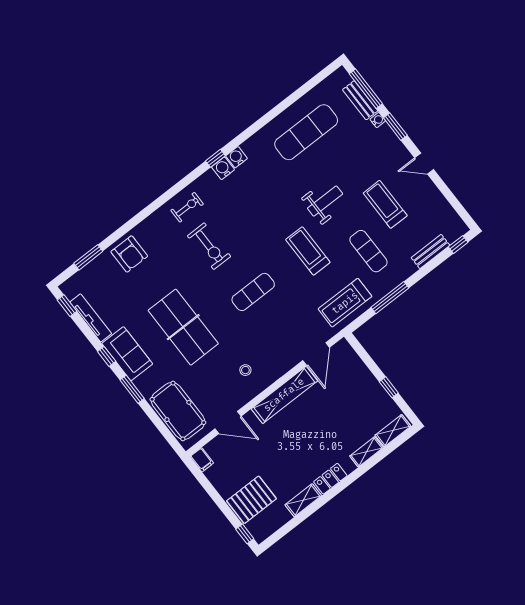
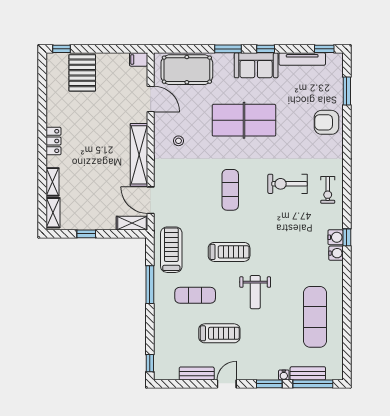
bench: (431, 251) -> (197, 374), moved, turned 90
door: (228, 423) -> (151, 99), swing flipped
shelving: (303, 500) -> (132, 223), moved, turned 90

